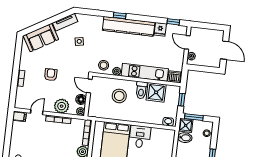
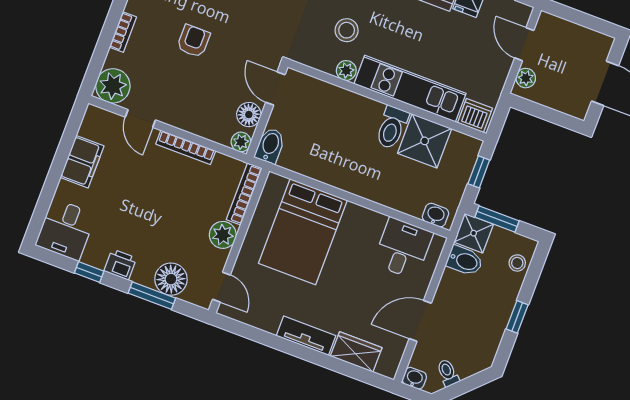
stool: (104, 65) -> (347, 30), moved
stool: (119, 96) -> (338, 128), removed
plant: (62, 106) -> (113, 86), moved
bidet: (93, 110) -> (270, 146), added
door: (37, 112) -> (140, 118), swing flipped
filing cabinet: (19, 116) -> (82, 162), moved, width x2.00
desk: (140, 137) -> (403, 248), moved

